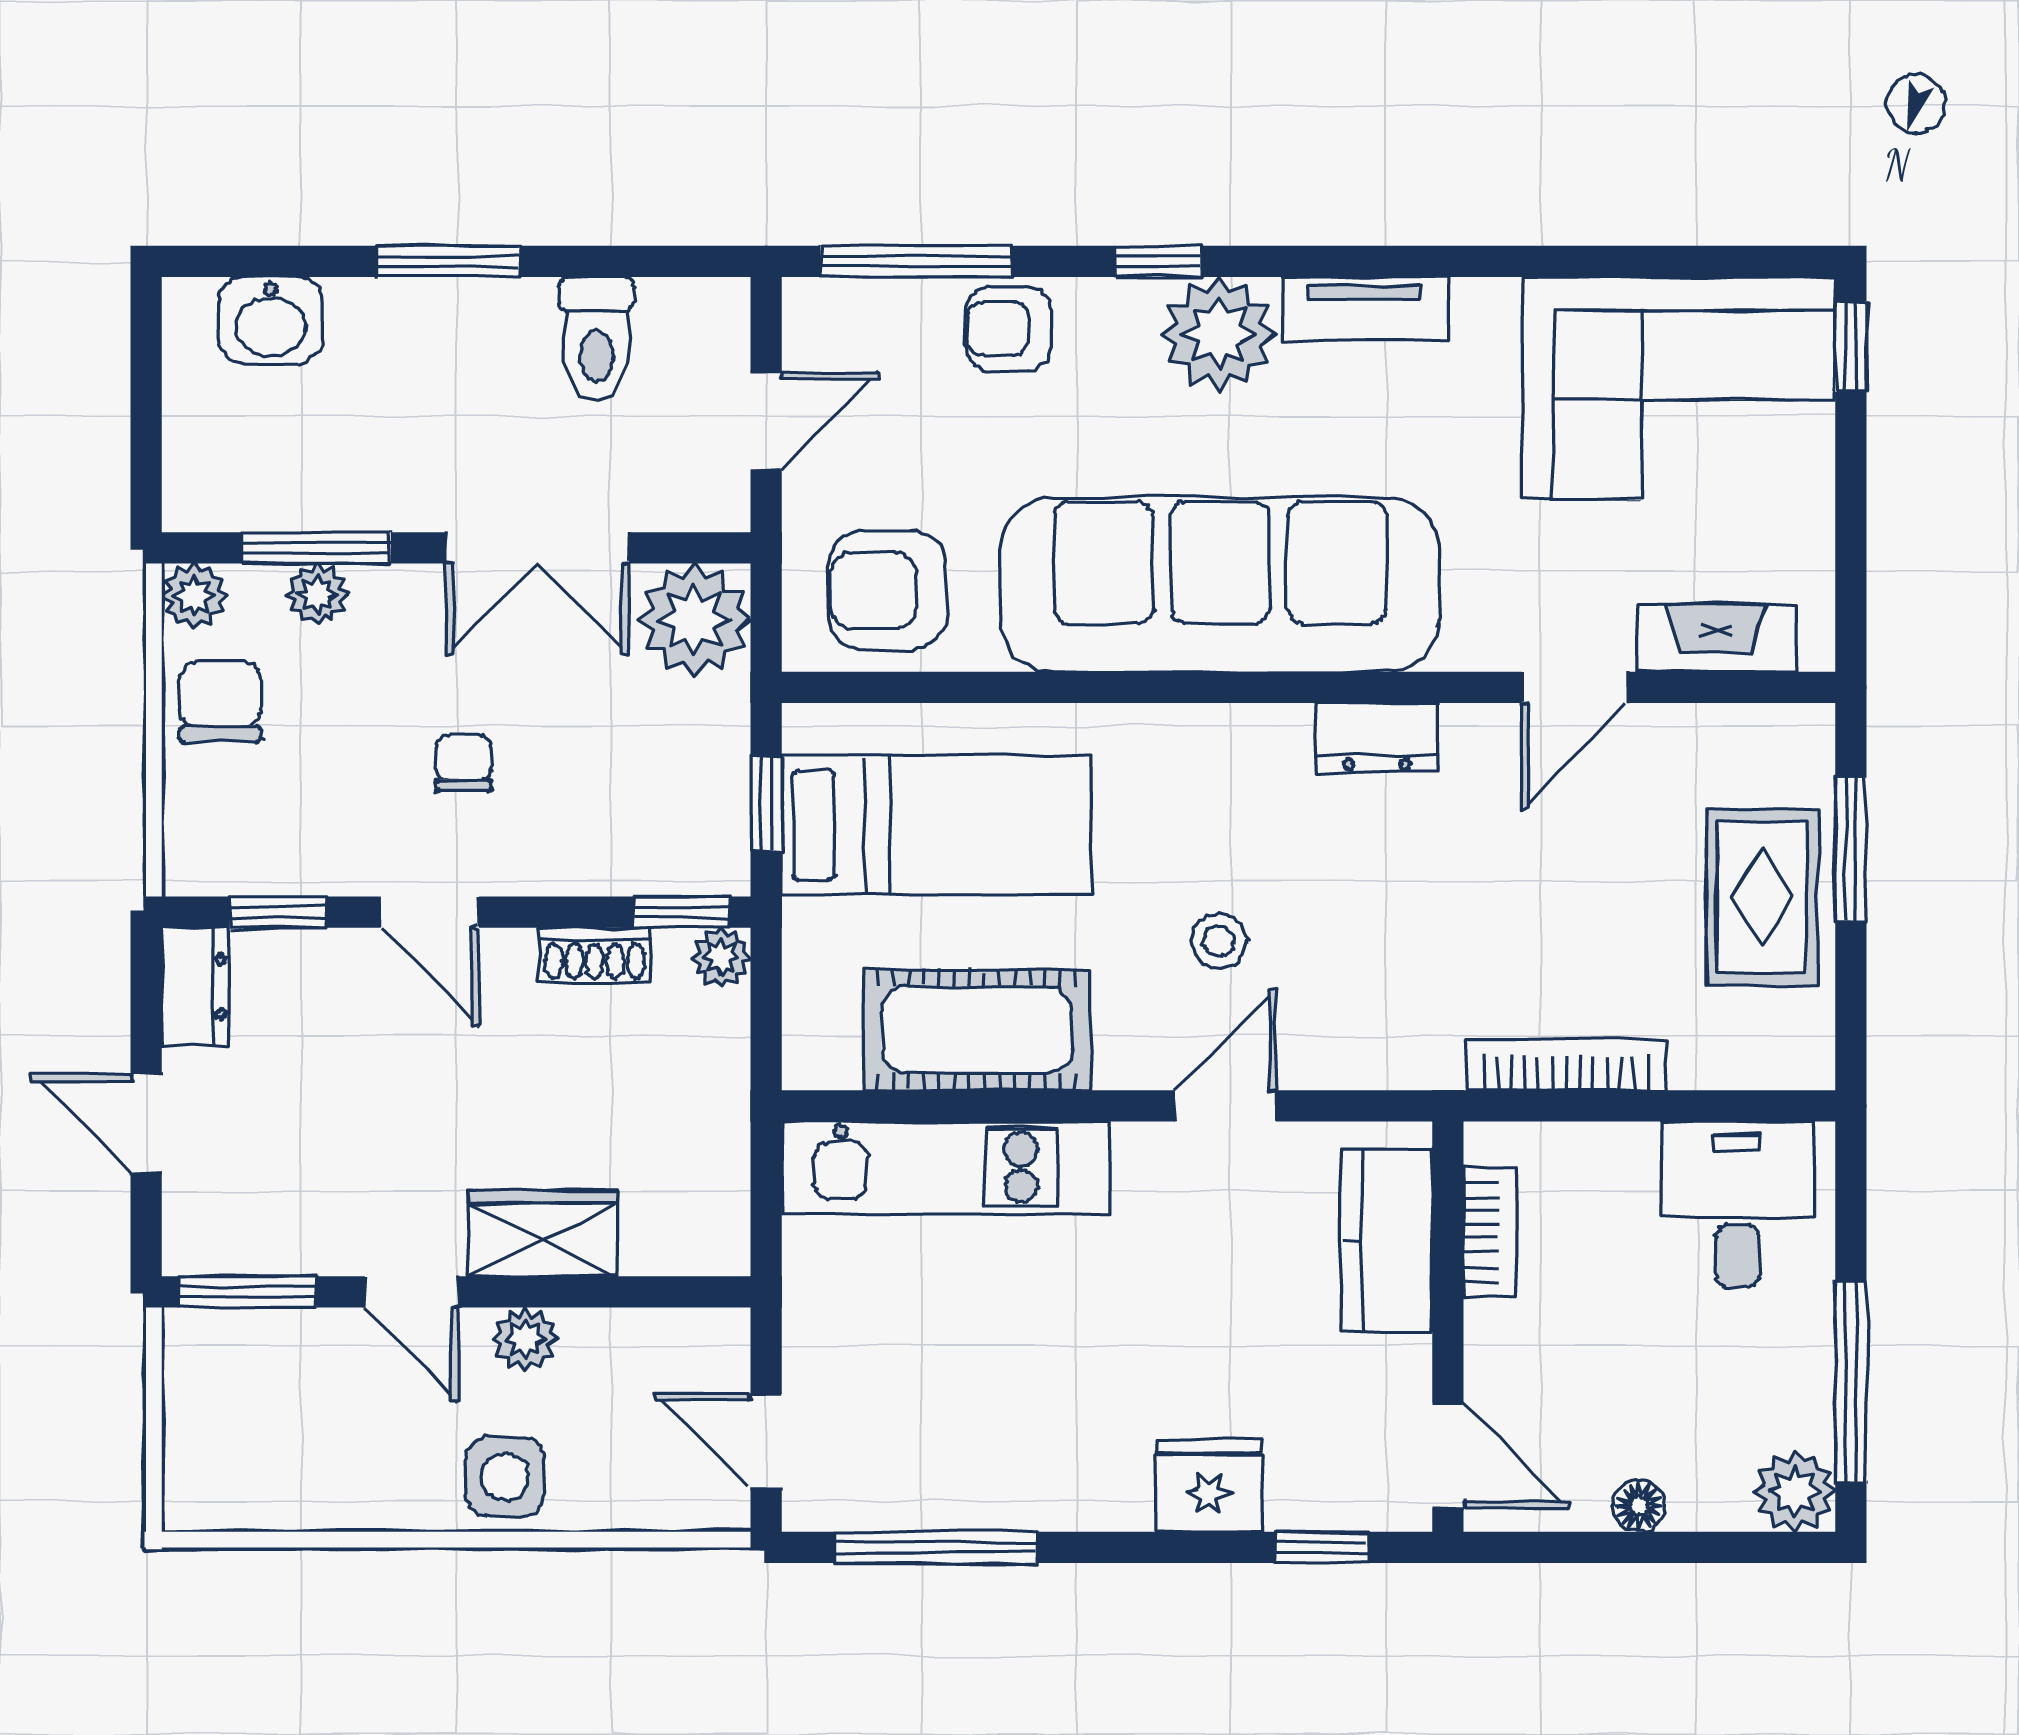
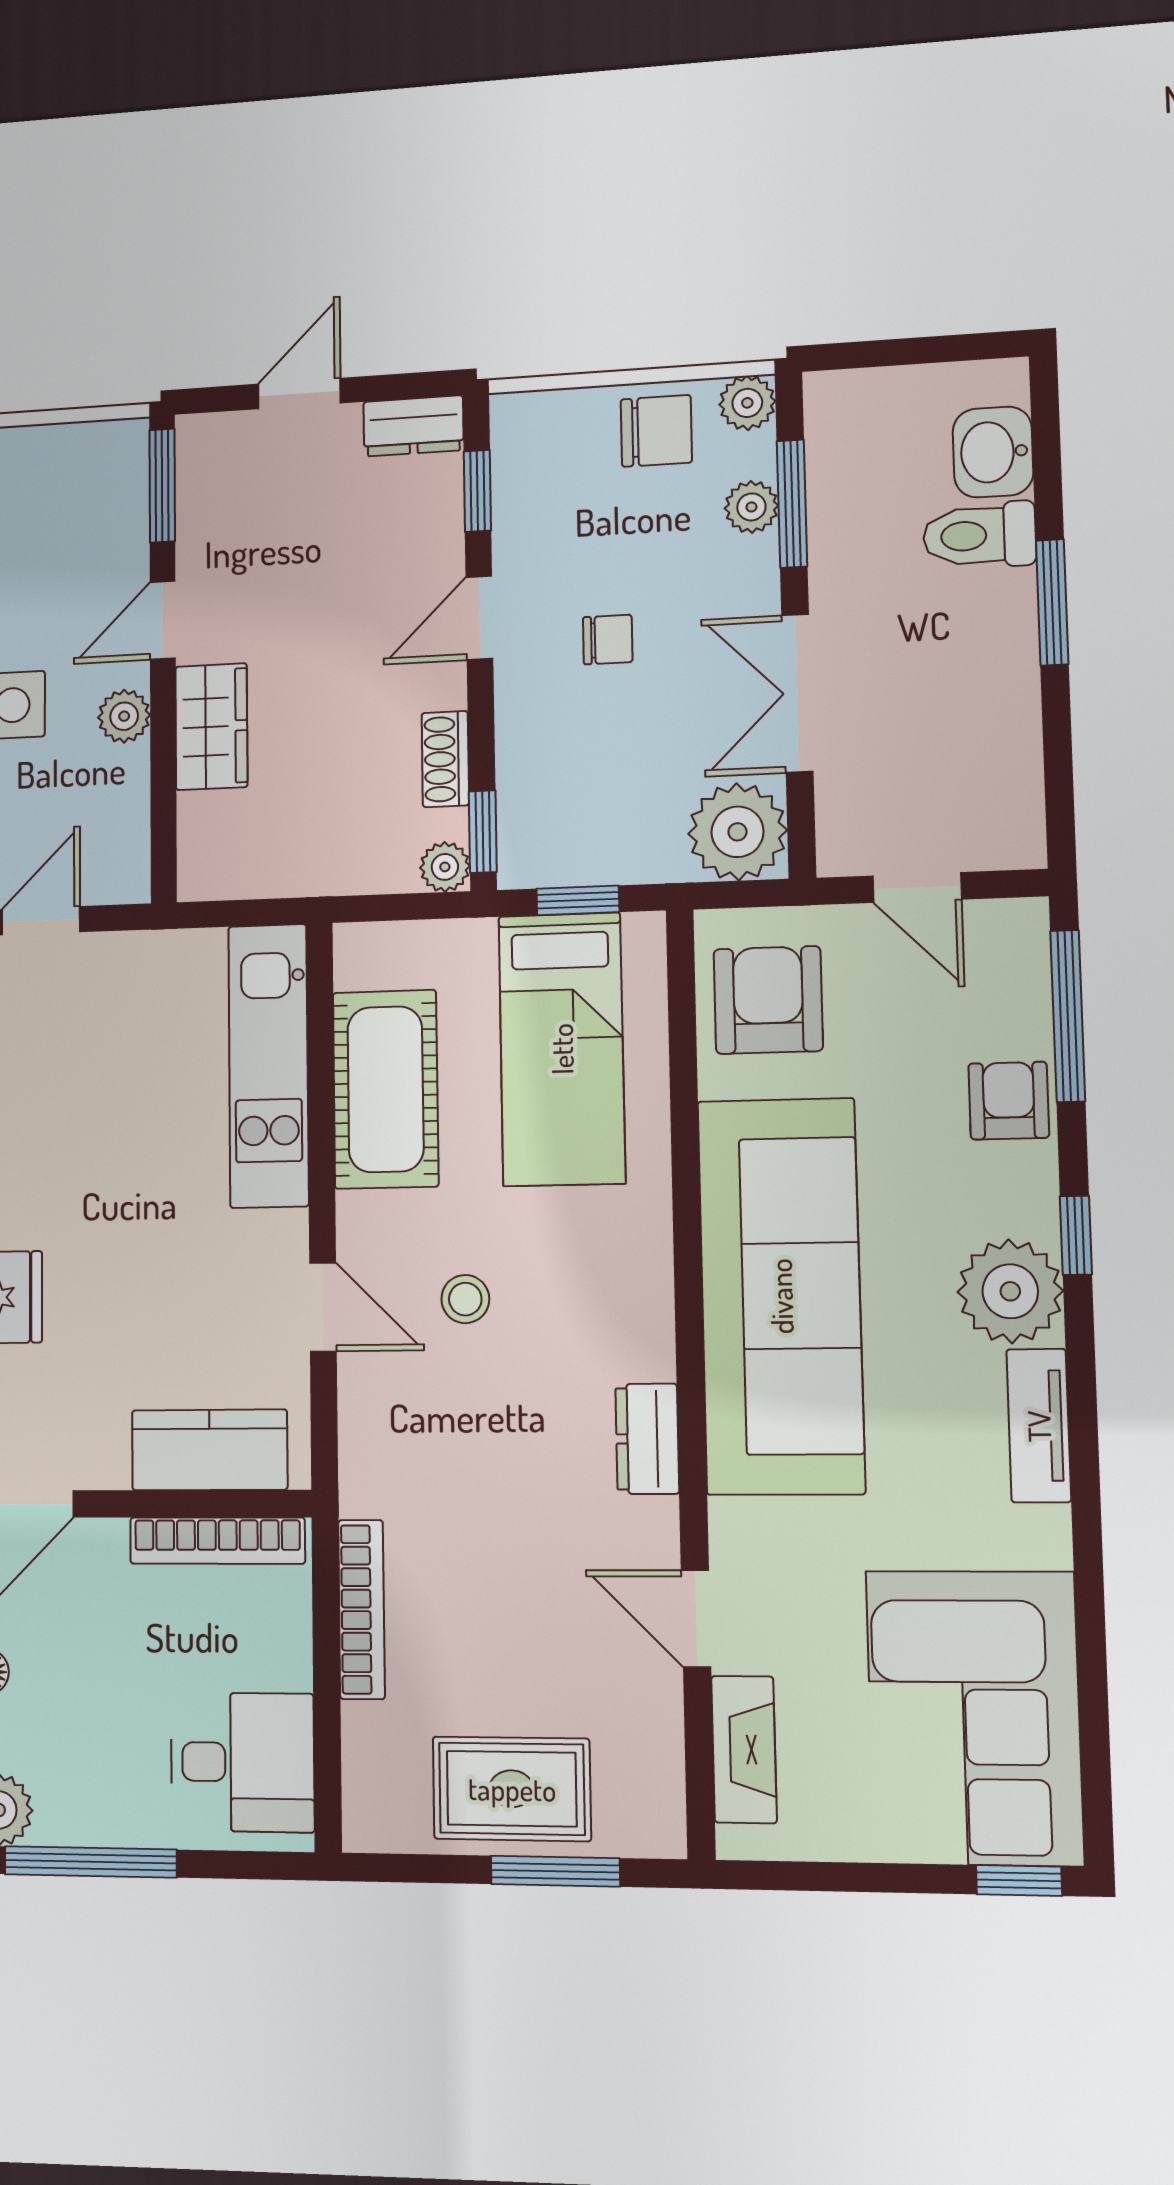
toilet: (596, 339) -> (979, 535), moved
bookcase: (1490, 1232) -> (217, 1541), width x1.56

